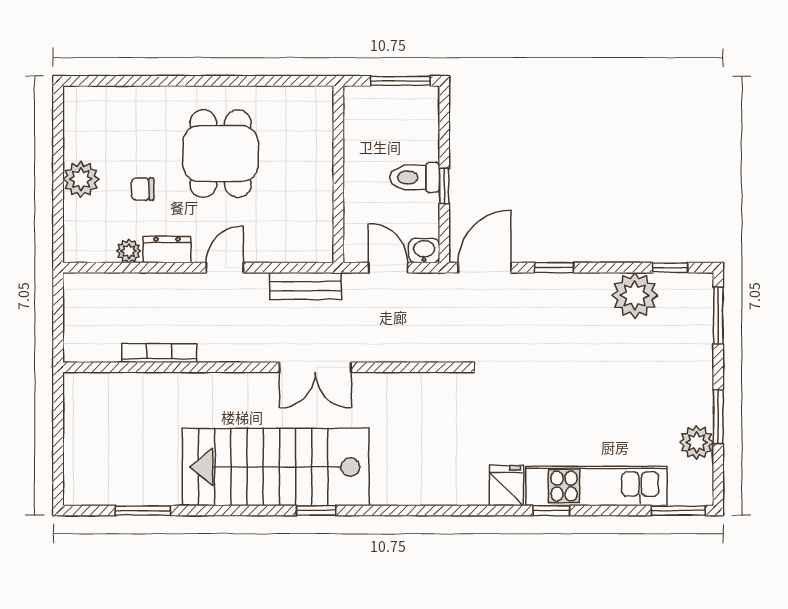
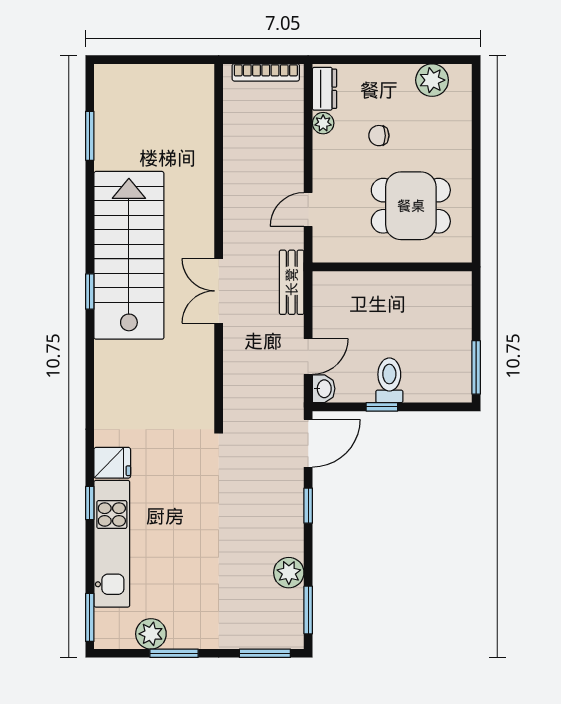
wall: (338, 174) -> (392, 267), moved
plant: (81, 179) -> (432, 80), moved
chair: (143, 189) -> (379, 136), turned -90
dresser: (167, 250) -> (324, 89), moved
door: (225, 268) -> (308, 209), swing flipped
door: (485, 268) -> (308, 443), hinge flipped
window: (670, 268) -> (308, 610), width x1.50
plant: (635, 295) -> (289, 573), width x0.73, depth x0.73
bookcase: (159, 353) -> (266, 72), moved, turned 90

